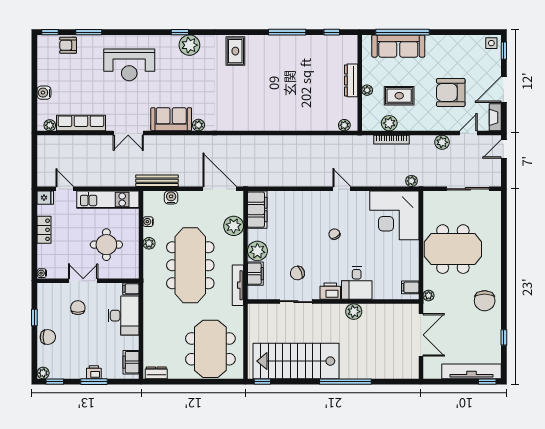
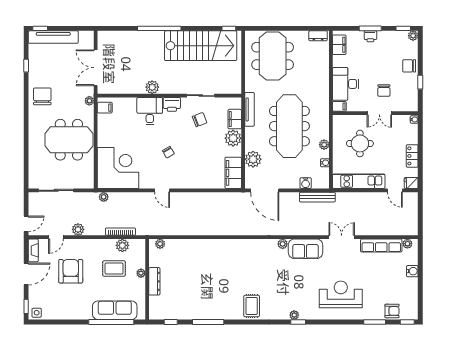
plant: (189, 45) -> (294, 315), width x0.53, depth x0.53
armchair: (451, 92) -> (71, 271), turned -90

